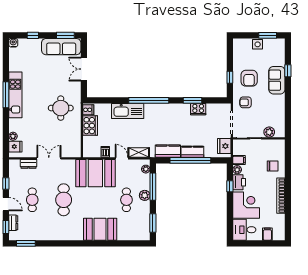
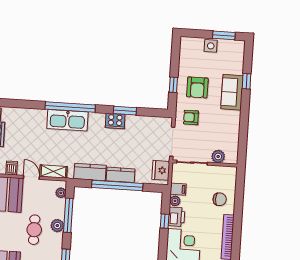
cooker: (198, 109) -> (115, 121), moved
kitchen sink: (128, 111) -> (67, 120), moved

